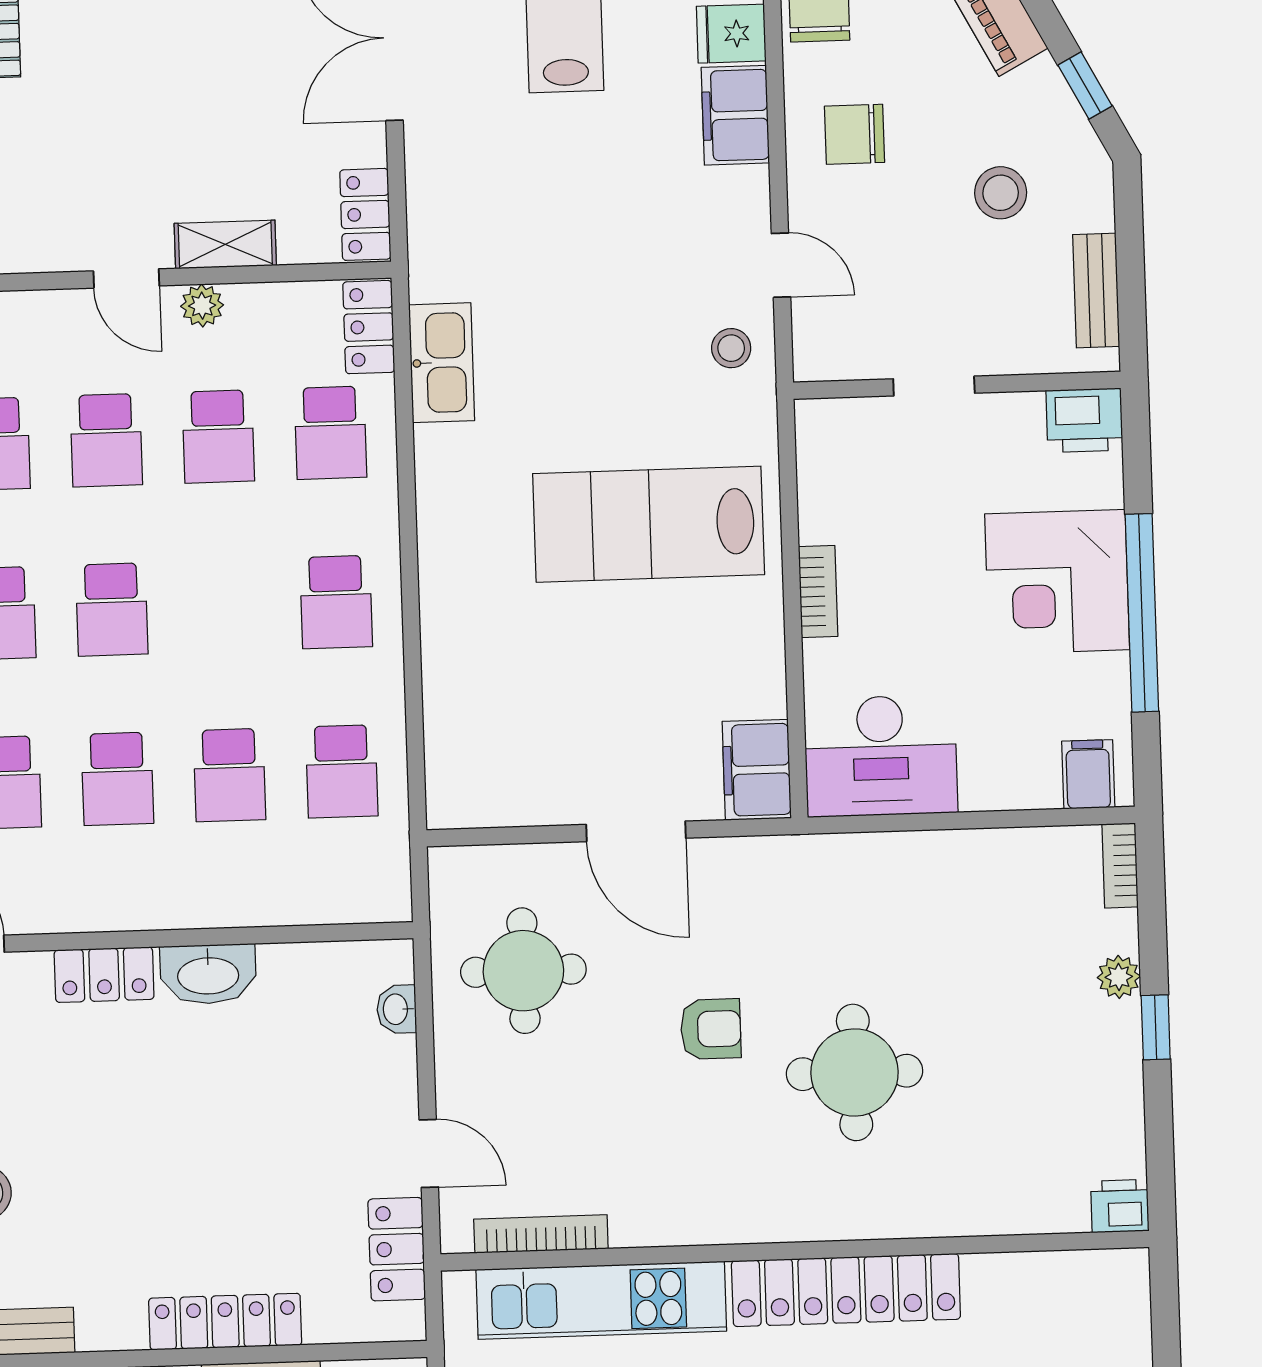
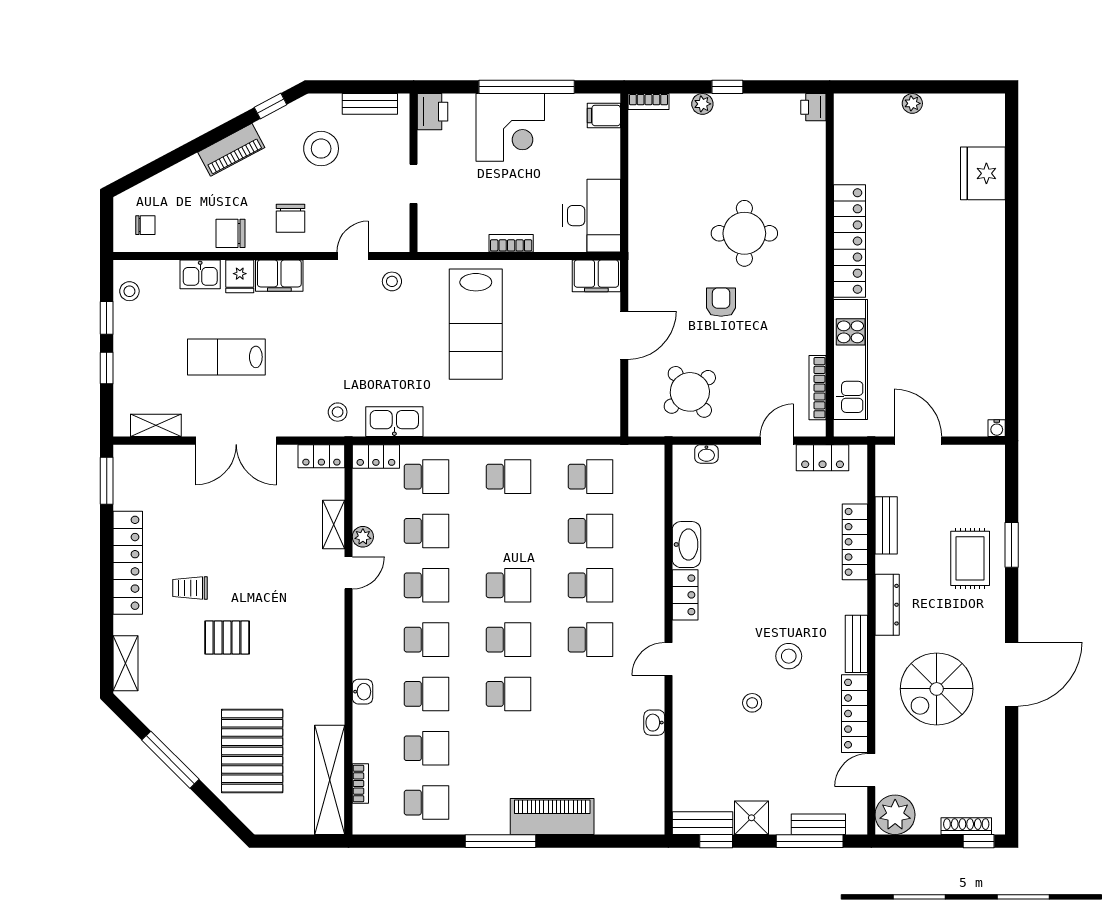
stool: (1001, 193) -> (321, 149), width x1.38, depth x1.38
stool: (458, 245) -> (338, 412), added
round table: (523, 971) -> (690, 392), turned -38

